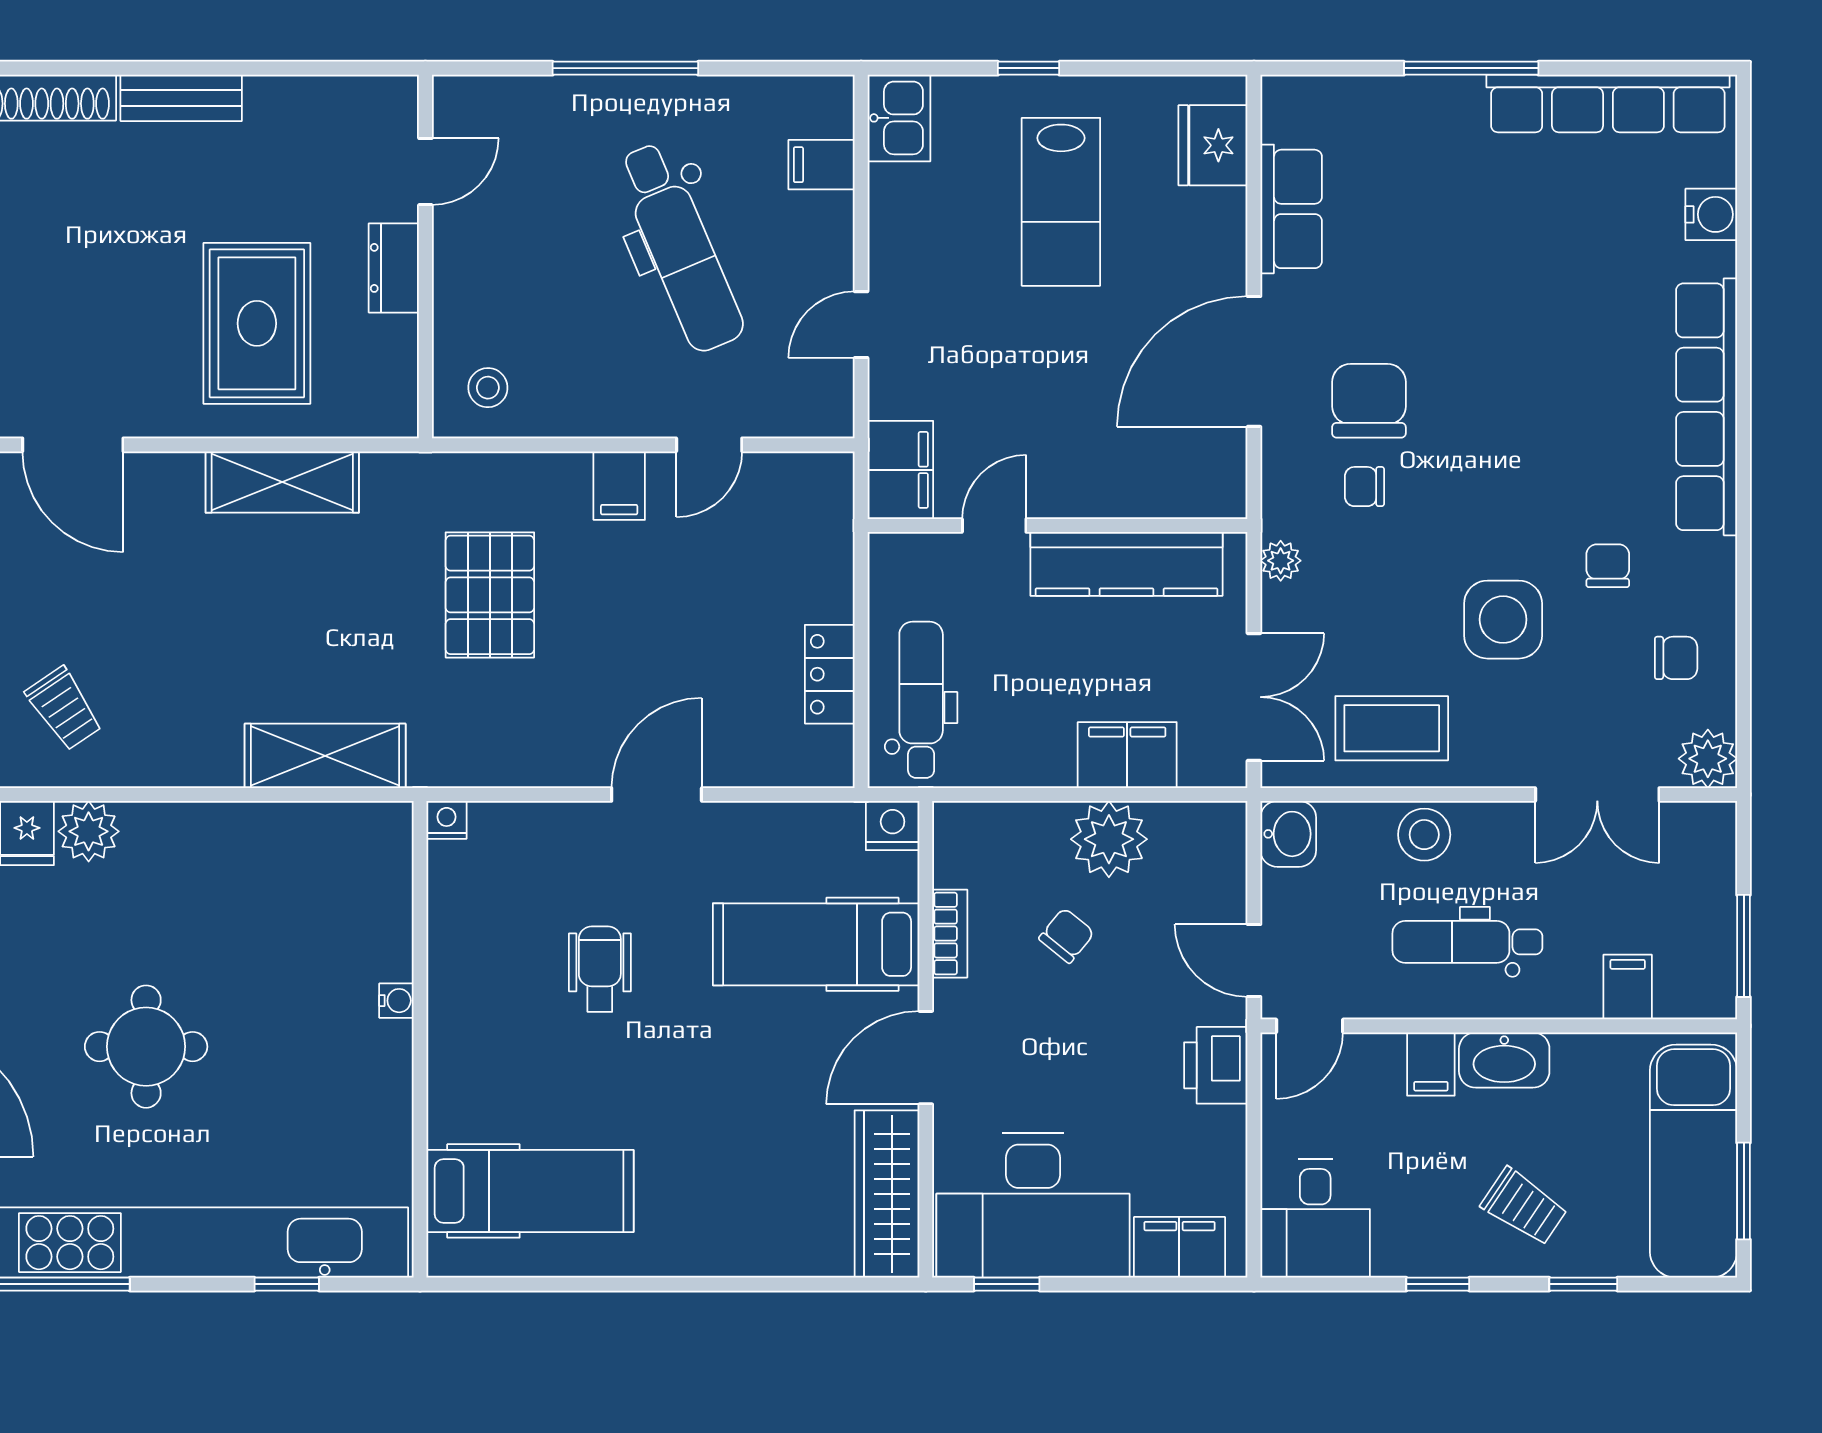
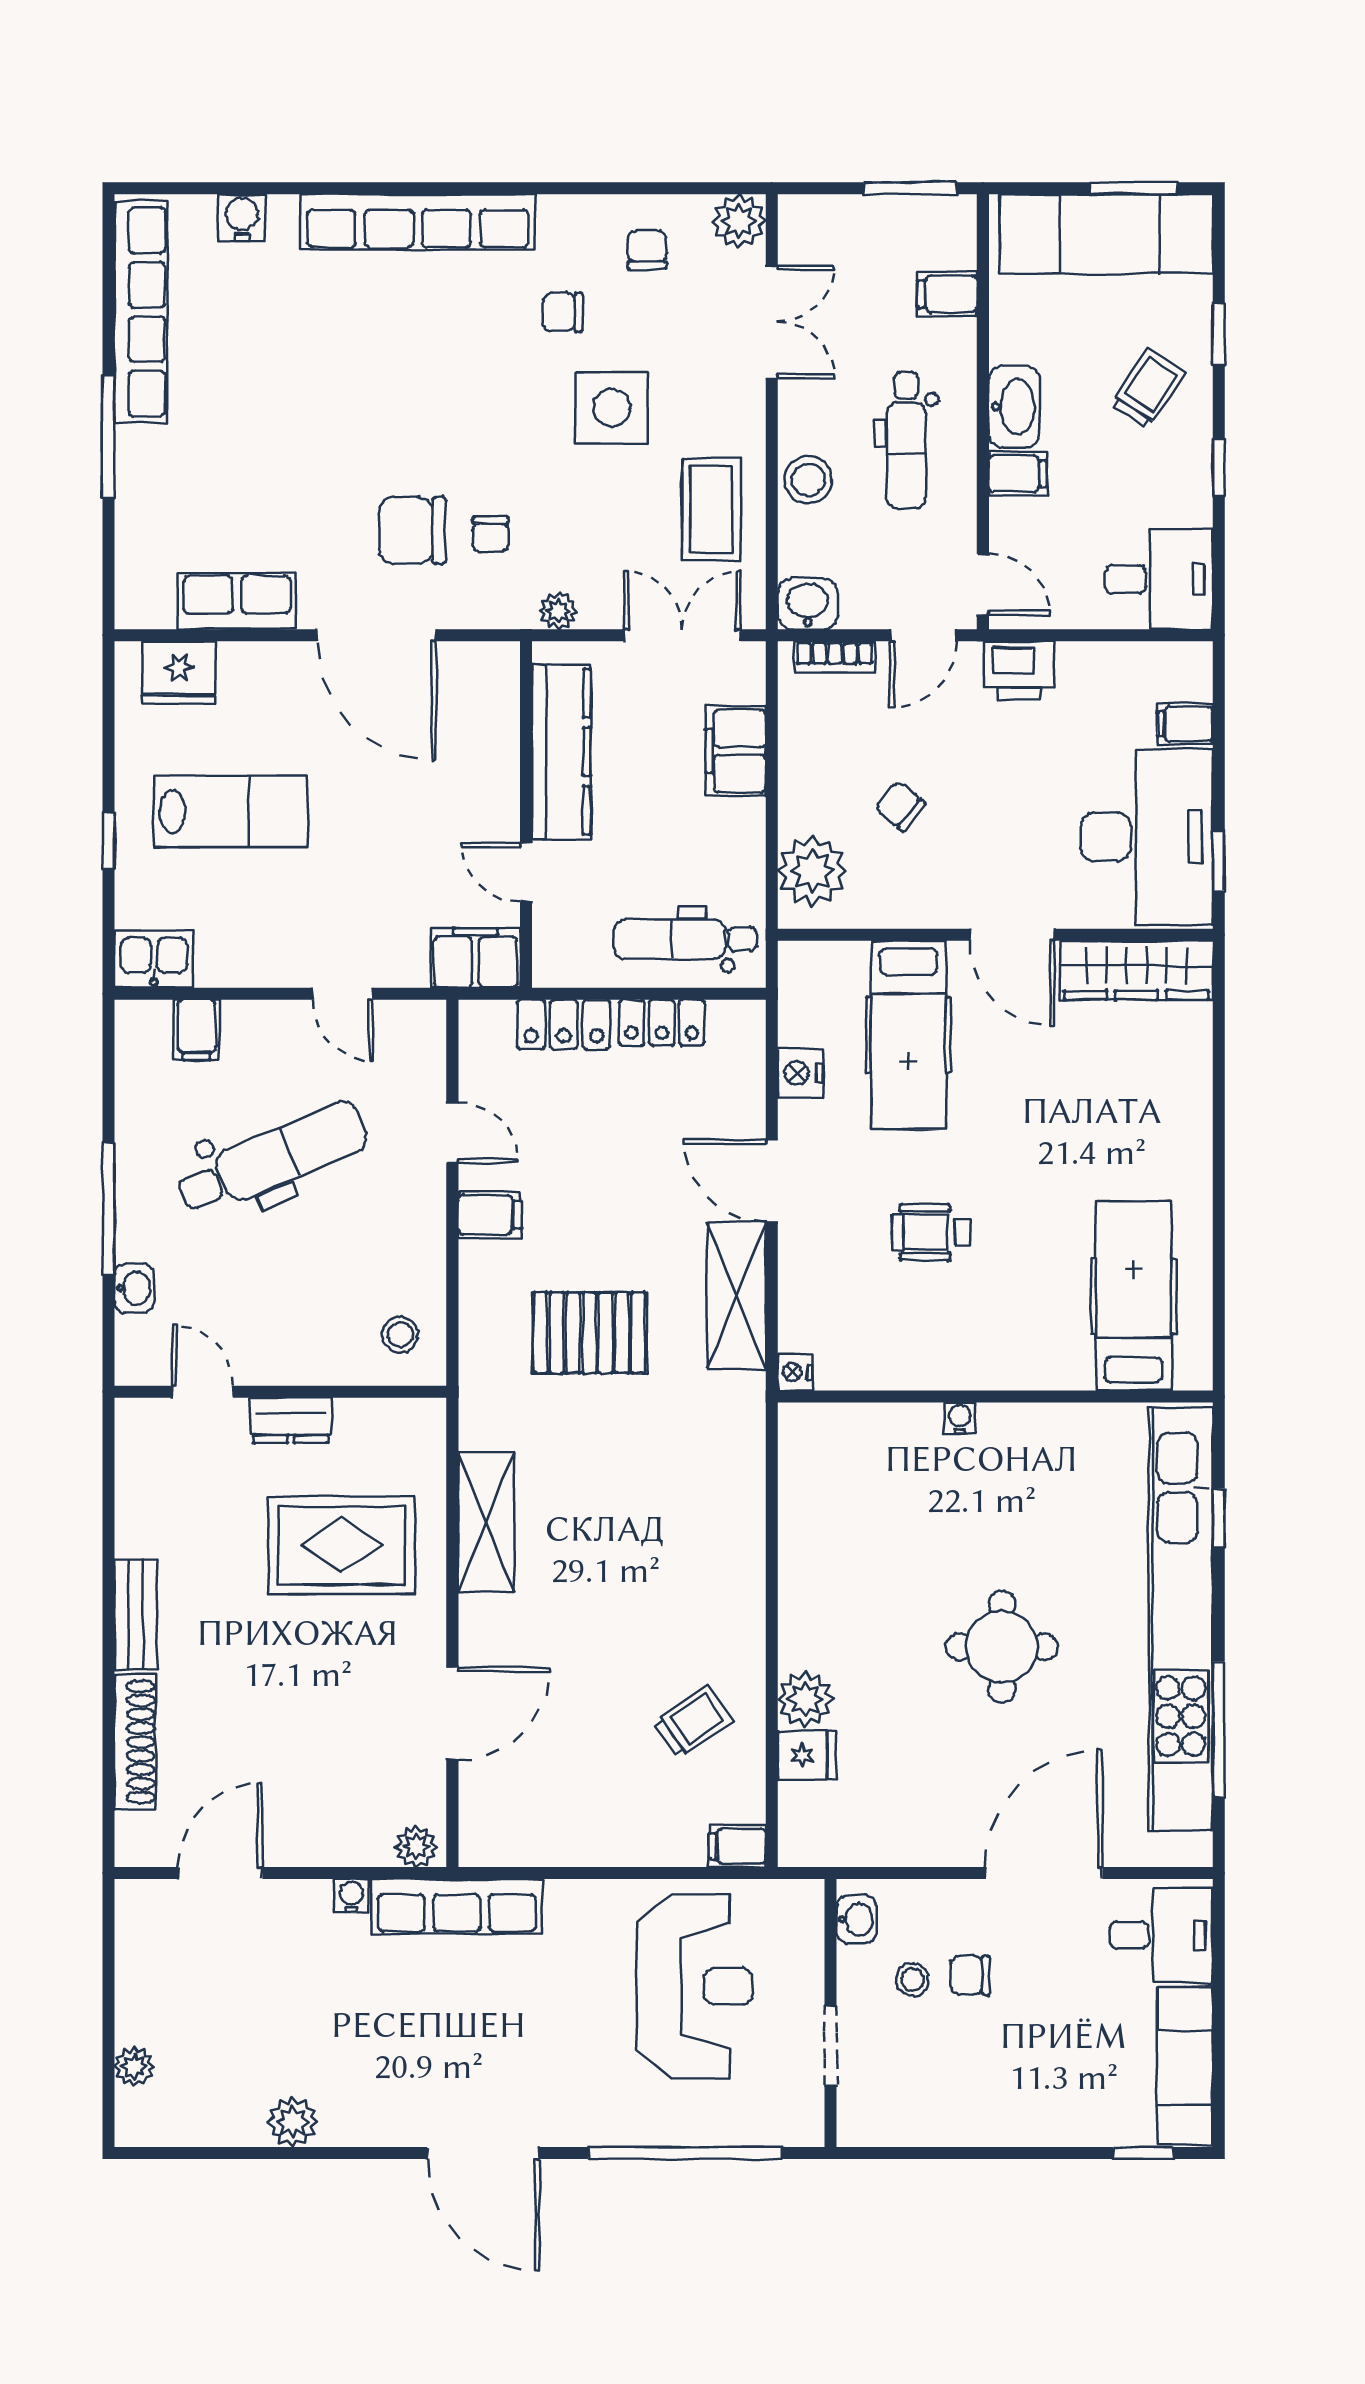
washbasin: (539, 96) -> (134, 1288), added
locker: (828, 567) -> (564, 1024), added
shelving: (325, 756) -> (736, 1296), moved
nightstand: (893, 826) -> (800, 1073), moved
plant: (1109, 839) -> (812, 871), moved
bookcase: (950, 934) -> (835, 657), moved, turned 180
filing cabinet: (1179, 1247) -> (1185, 724), width x0.50

